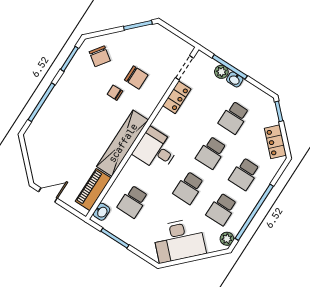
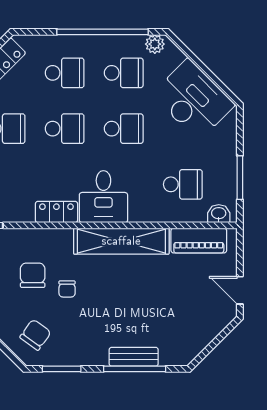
locker: (177, 97) -> (56, 212), moved
bench: (49, 106) -> (134, 357), added

